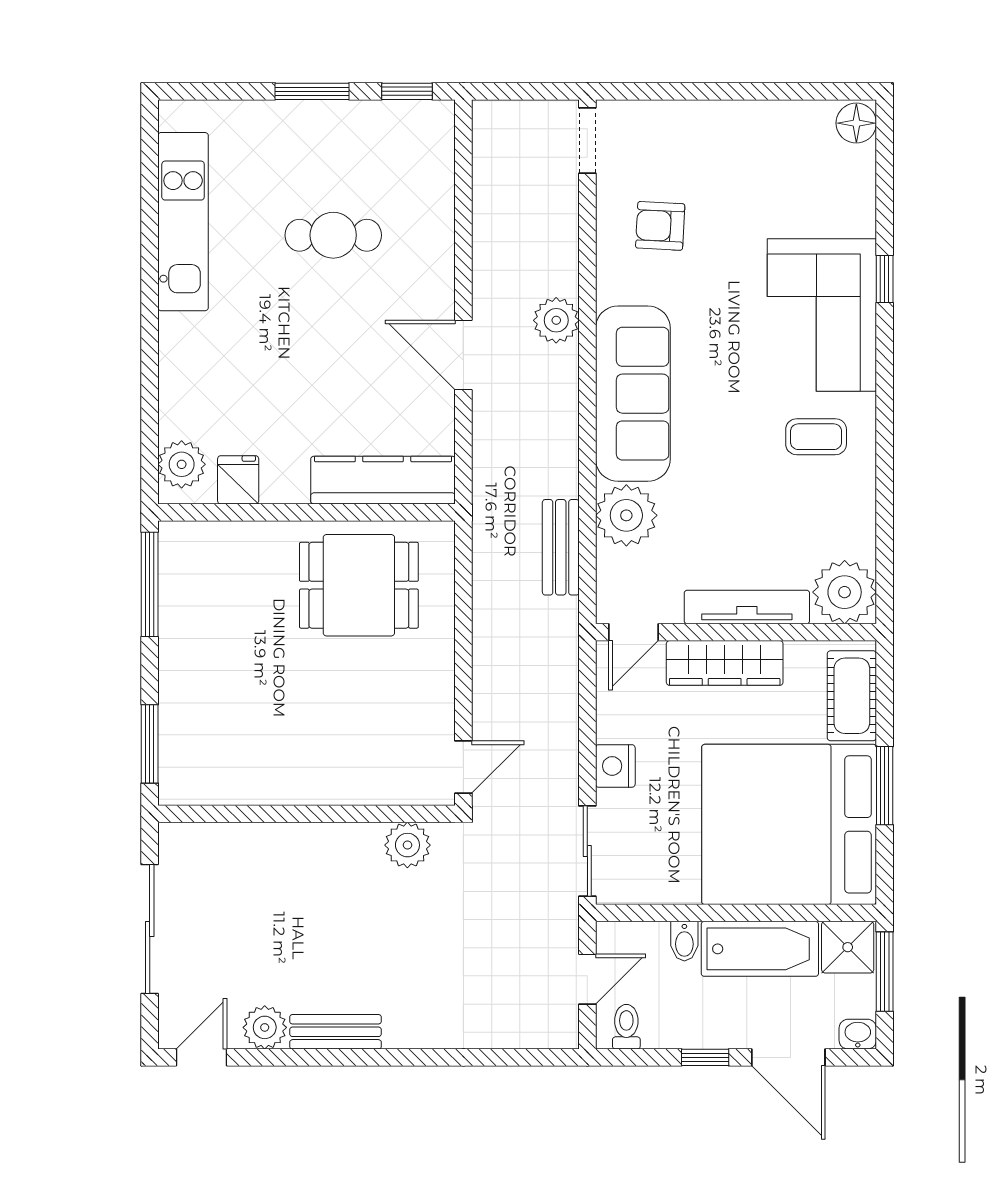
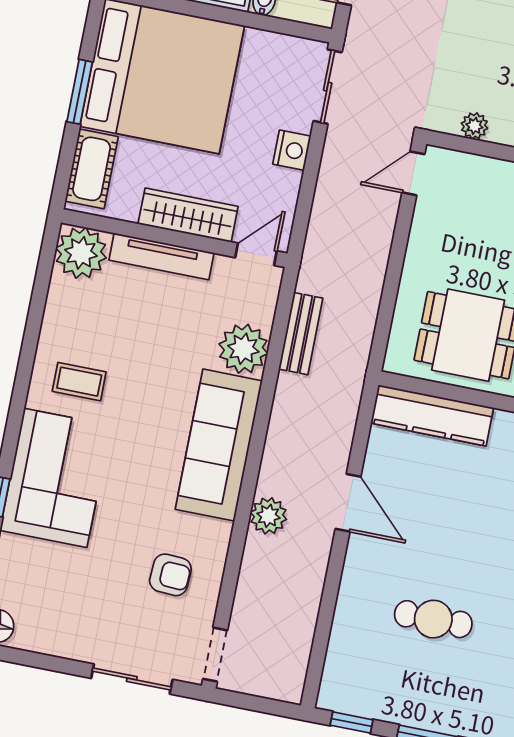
sliding door: (682, 91) -> (132, 679), added
plant: (407, 845) -> (474, 126), width x0.73, depth x0.73

